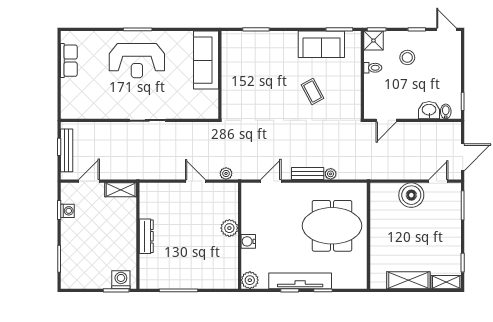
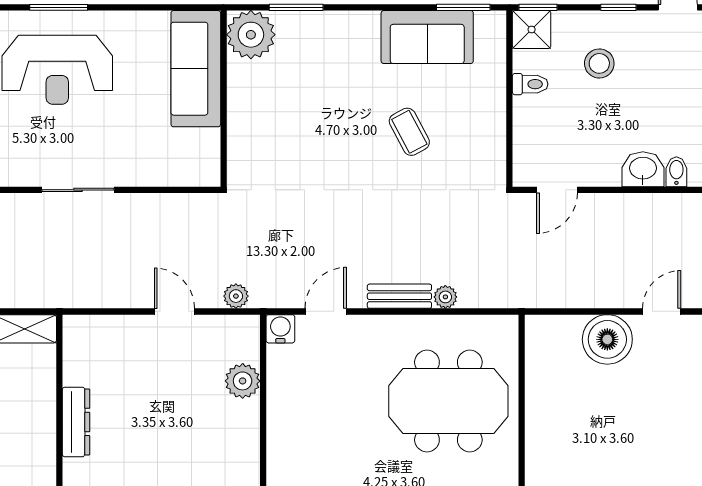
plant: (234, 43) -> (251, 35), added
plant: (229, 228) -> (243, 381), moved
water cooler: (248, 241) -> (280, 329), moved, turned 90

